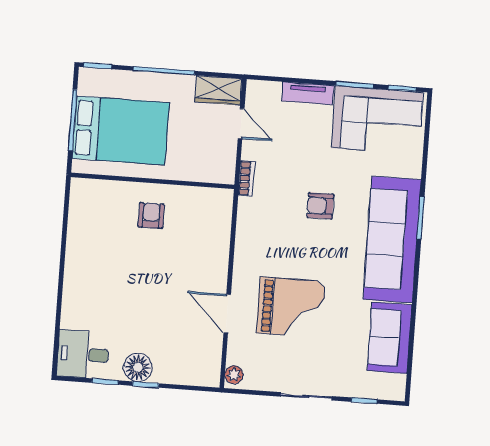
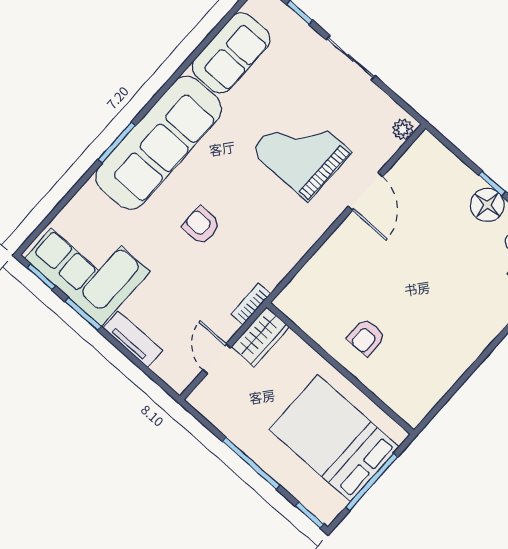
wardrobe: (218, 90) -> (260, 337), moved, turned 90
armchair: (320, 206) -> (201, 225), turned 180

